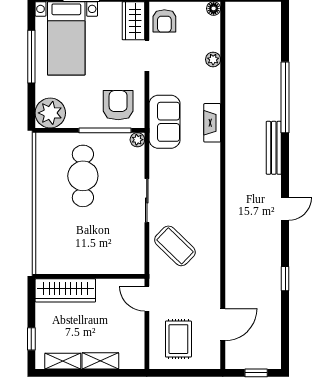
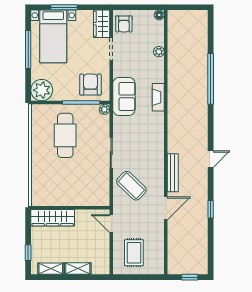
bench: (274, 148) -> (173, 173), moved
door: (223, 325) -> (166, 208), moved

